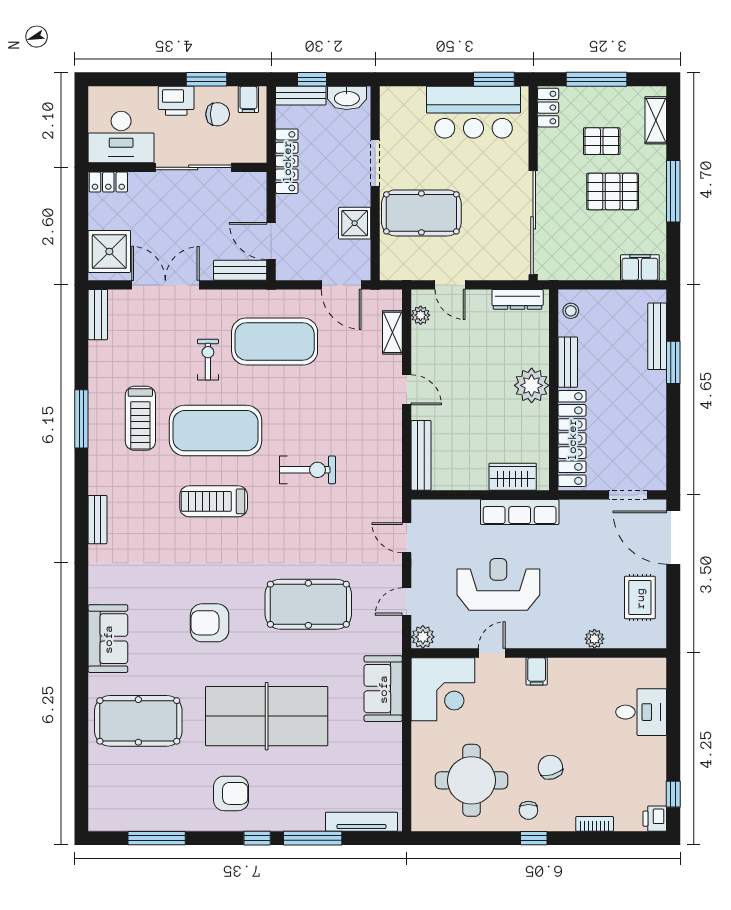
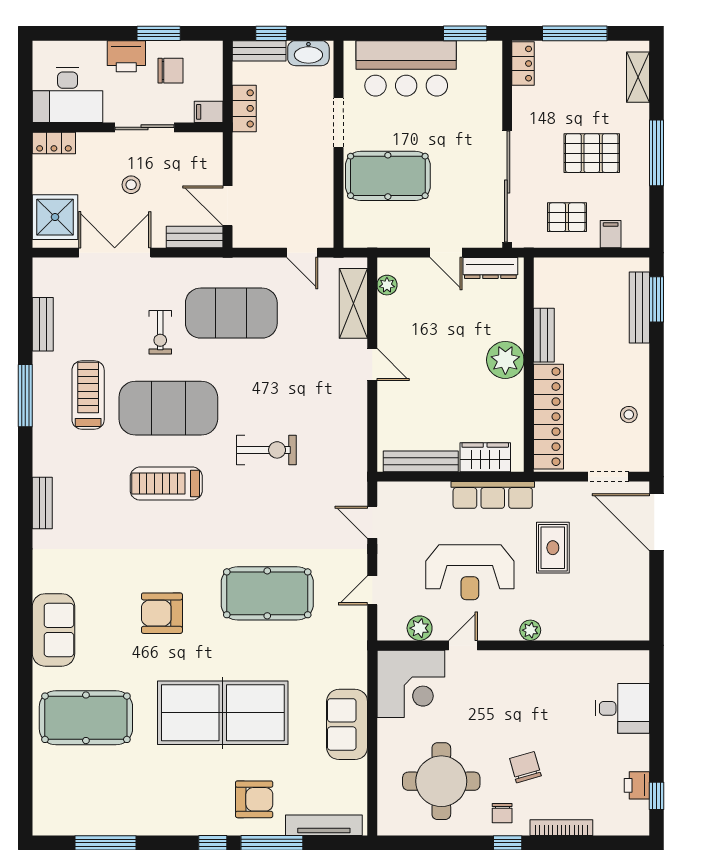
filing cabinet: (248, 99) -> (209, 112), moved, turned 90
bar counter: (473, 112) -> (406, 68), moved
pallet: (602, 141) -> (567, 217), moved
locker: (287, 161) -> (244, 108), width x0.66
sliding door: (193, 167) -> (145, 127), width x0.73
stool: (181, 221) -> (131, 185), added
shower: (355, 223) -> (317, 187), removed
filing cabinet: (640, 267) -> (611, 234), width x0.50
door: (341, 285) -> (302, 253), width x0.73
door: (450, 285) -> (446, 253), moved
stool: (571, 311) -> (629, 415), moved
bench: (98, 315) -> (43, 324), moved
shelving: (392, 332) -> (353, 303), width x1.50, depth x1.33
exercise bike: (208, 360) -> (160, 332), turned 180
window: (673, 362) -> (656, 299), moved
treadmill: (140, 418) -> (88, 395), turned 180
bench: (421, 455) -> (421, 461), moved, turned 90
reception desk: (498, 584) -> (470, 572), turned 180
rug: (640, 598) -> (553, 548), moved
plant: (423, 637) -> (420, 628), moved
plant: (594, 639) -> (530, 630), moved
filing cabinet: (537, 671) -> (511, 665), removed
sofa: (383, 689) -> (347, 724), moved
armchair: (231, 793) -> (254, 799), moved
printer: (655, 819) -> (637, 785), moved
bookcase: (595, 824) -> (561, 828), width x1.56

